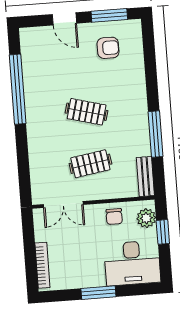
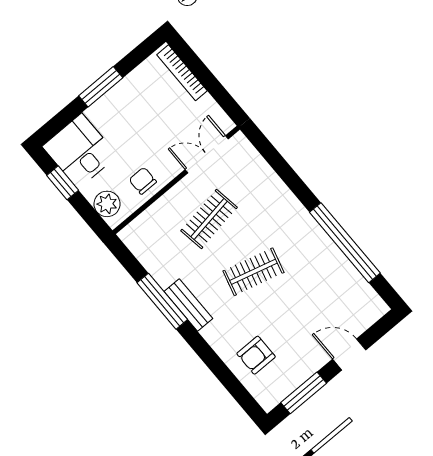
armchair: (108, 48) -> (256, 355), moved
bench: (145, 177) -> (188, 305), moved
window: (163, 232) -> (63, 183), moved
desk: (132, 263) -> (80, 151), width x0.73

